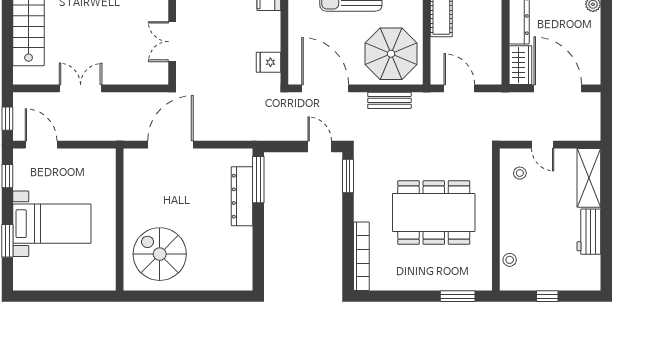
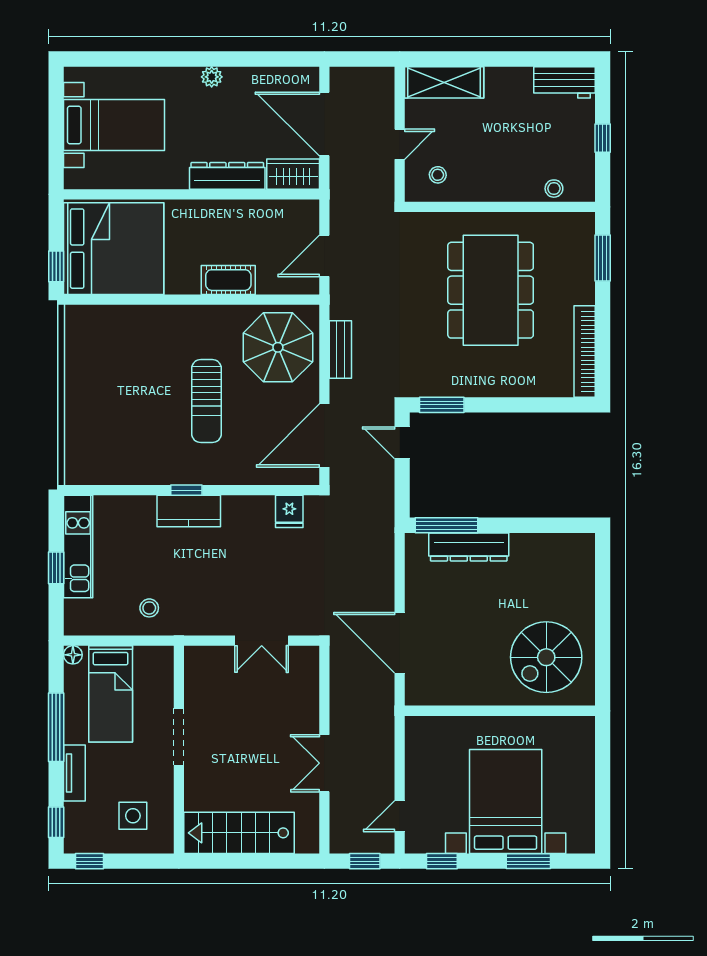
door: (558, 88) -> (324, 124), hinge flipped
door: (41, 145) -> (400, 816), width x0.73
door: (320, 146) -> (402, 443), hinge flipped
bed with nightstands: (52, 224) -> (506, 801), width x1.36
workbench: (589, 232) -> (565, 82), moved
bookcase: (361, 256) -> (585, 351), moved, turned -90

